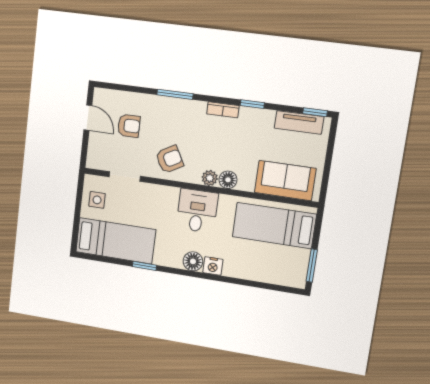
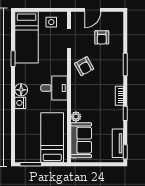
door: (88, 118) -> (93, 10), moved
plant: (210, 178) -> (76, 117), moved
floor lamp: (228, 180) -> (77, 105), removed

